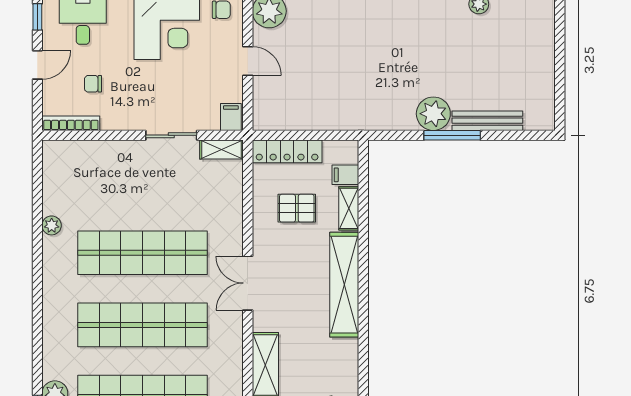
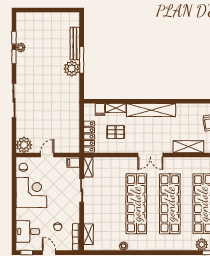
shelving: (77, 150) -> (88, 234), added
pallet: (297, 208) -> (116, 132), turned 90

